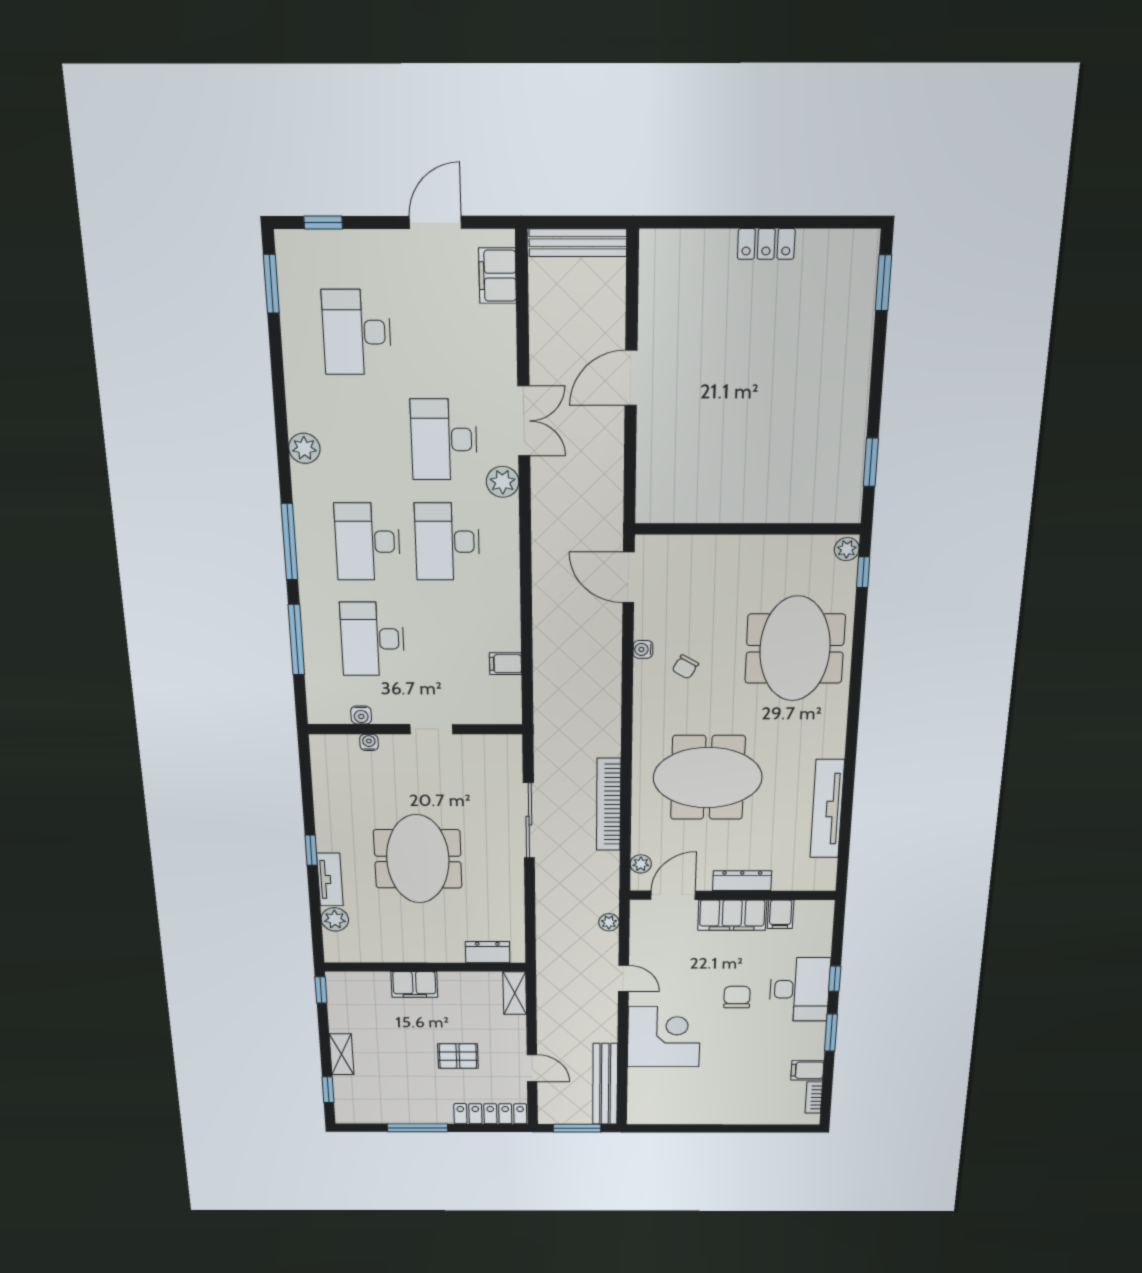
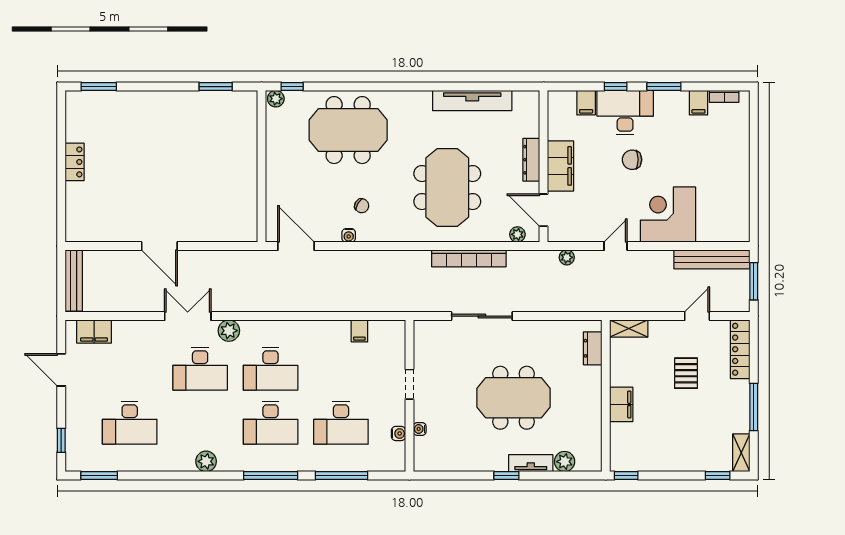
door: (629, 577) -> (296, 246), swing flipped
filing cabinet: (781, 914) -> (586, 103), moved, turned 90
shelving: (341, 1054) -> (741, 453), moved, turned 90

